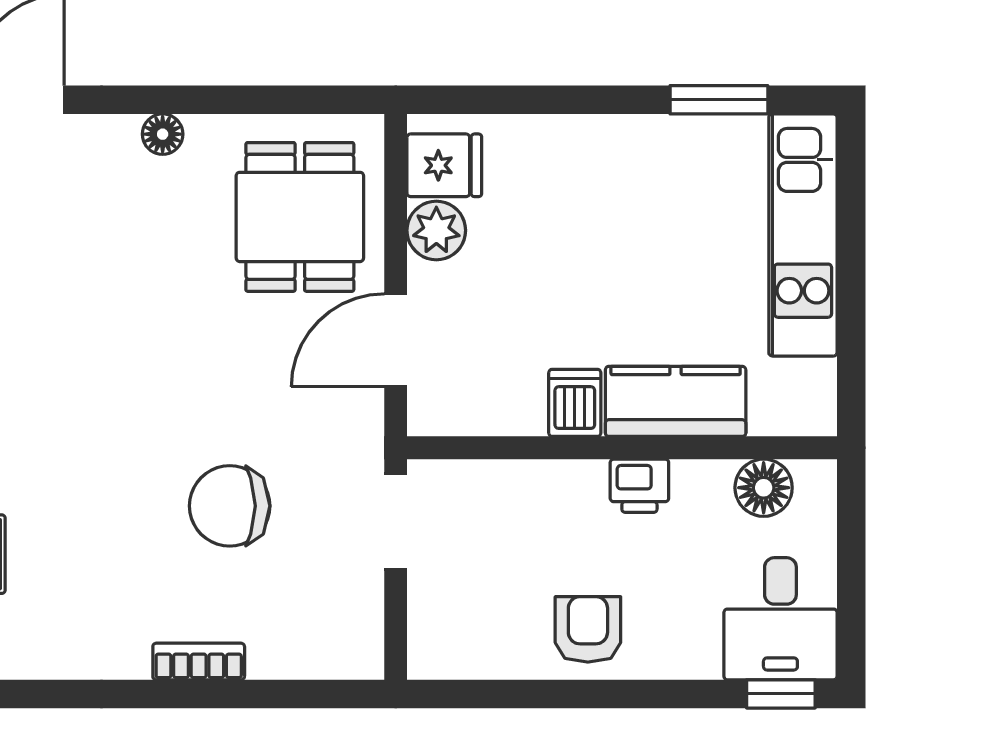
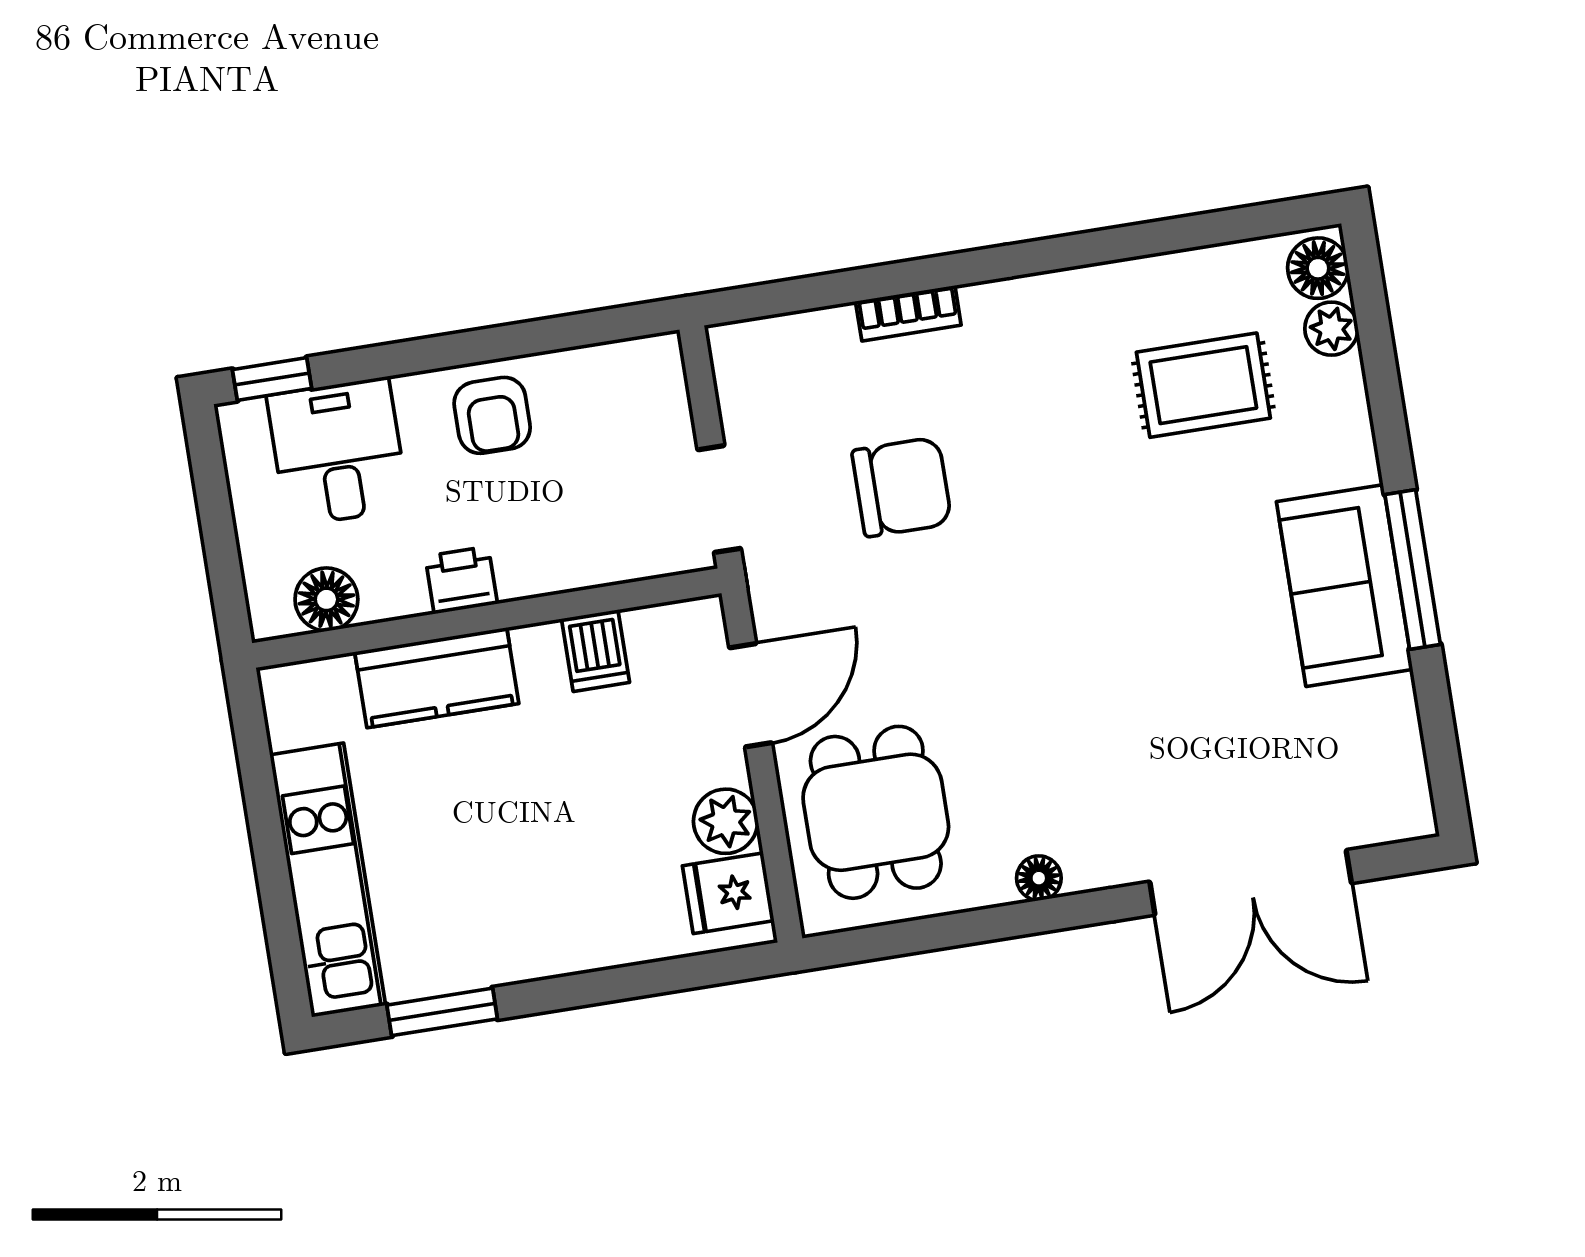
dishwasher: (575, 403) -> (596, 651), moved
desk: (780, 619) -> (338, 452), moved

